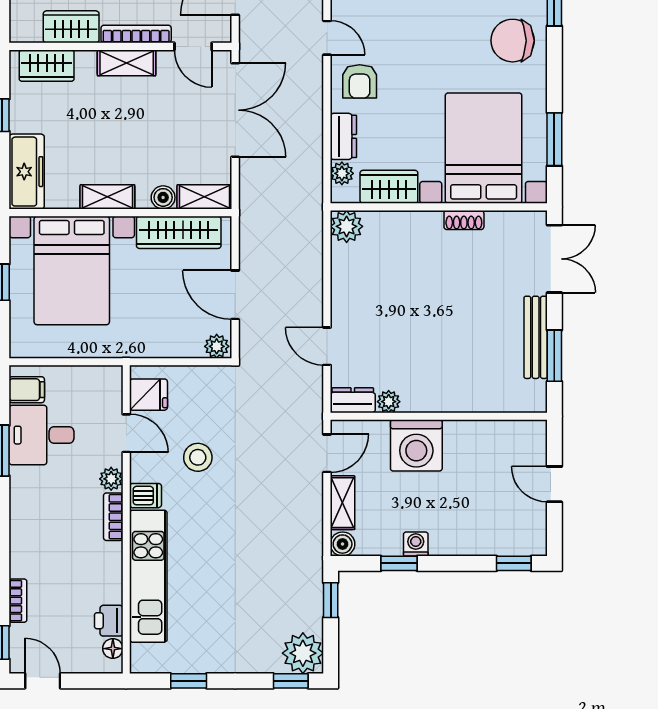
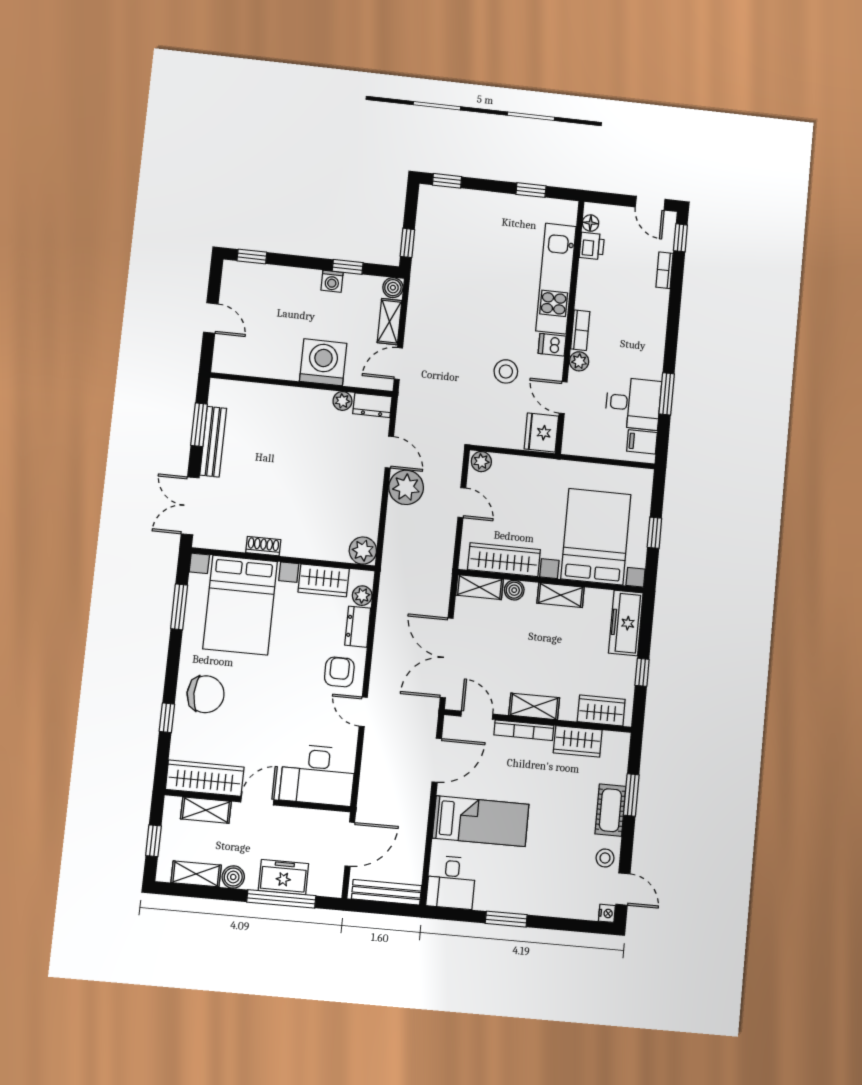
door: (235, 295) -> (462, 503), width x0.73
fridge: (148, 395) -> (541, 432), width x1.38
plant: (303, 653) -> (406, 487), moved

